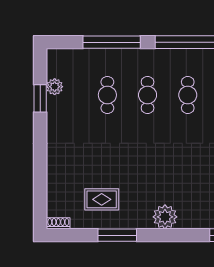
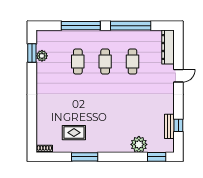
window: (40, 98) -> (32, 53), moved
plant: (165, 217) -> (139, 144), moved

